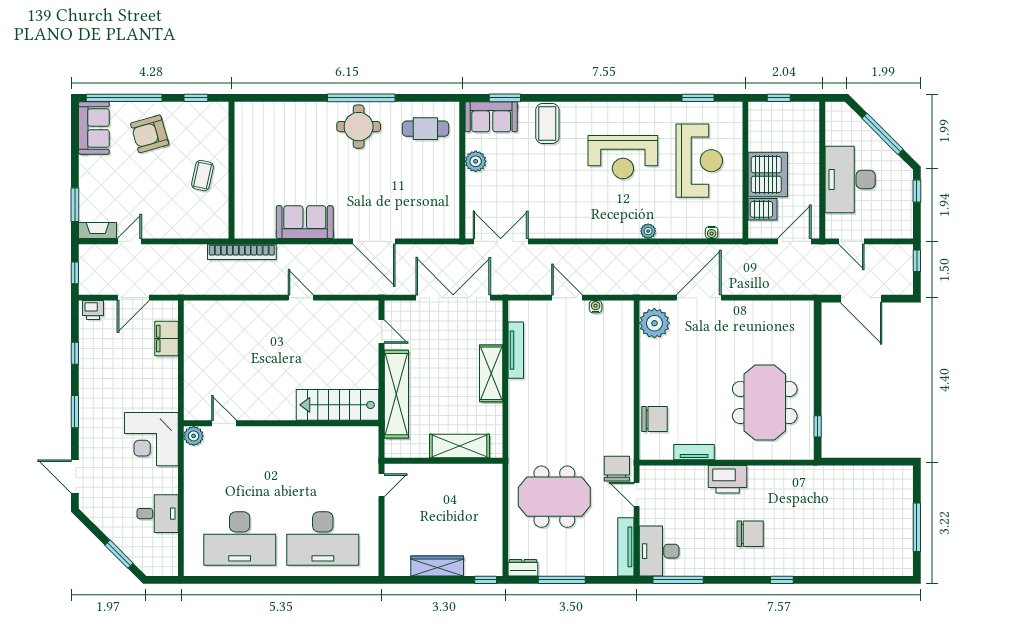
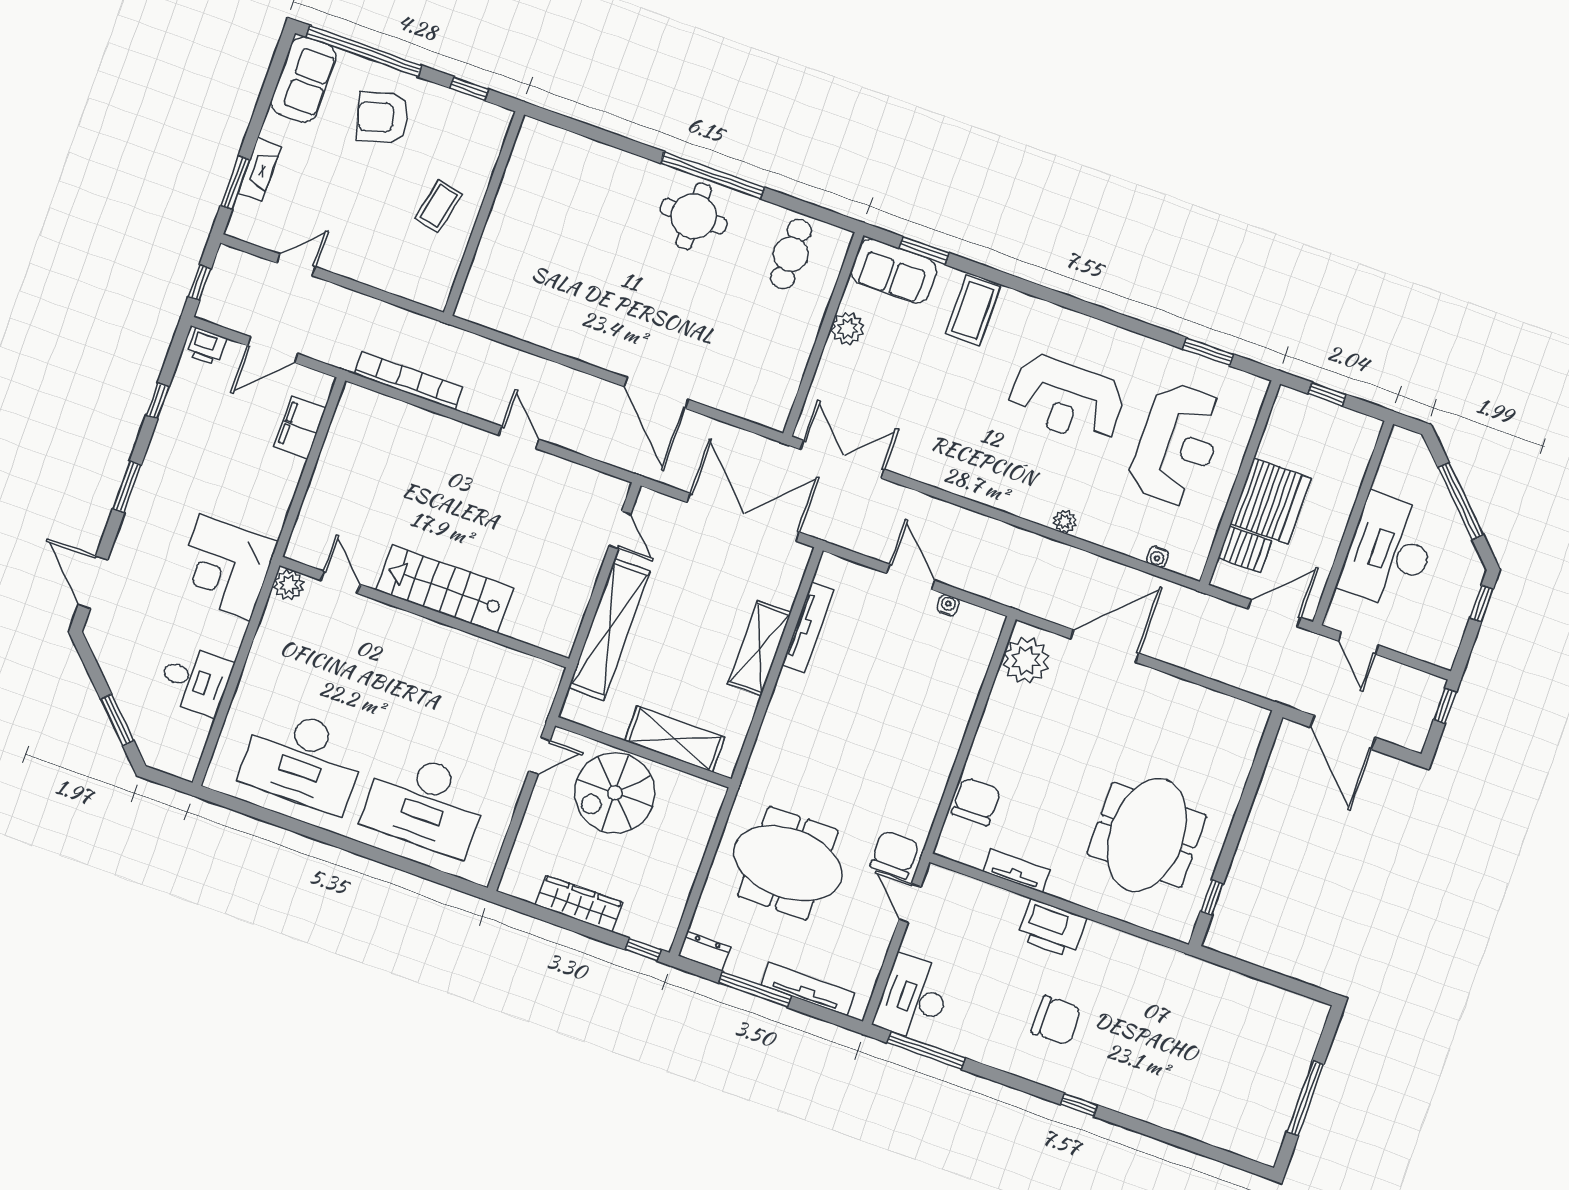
cafe table: (425, 129) -> (791, 254), turned 90
sofa: (305, 222) -> (564, 328), removed
fireplace: (98, 231) -> (260, 170), moved, turned 90
bookcase: (242, 252) -> (408, 381), moved, turned 180
stairs: (338, 405) -> (445, 589), moved
chair: (655, 419) -> (976, 802), turned -90
spiral stairs: (435, 491) -> (615, 793), added
tv unit: (626, 547) -> (808, 989), moved, turned 90

